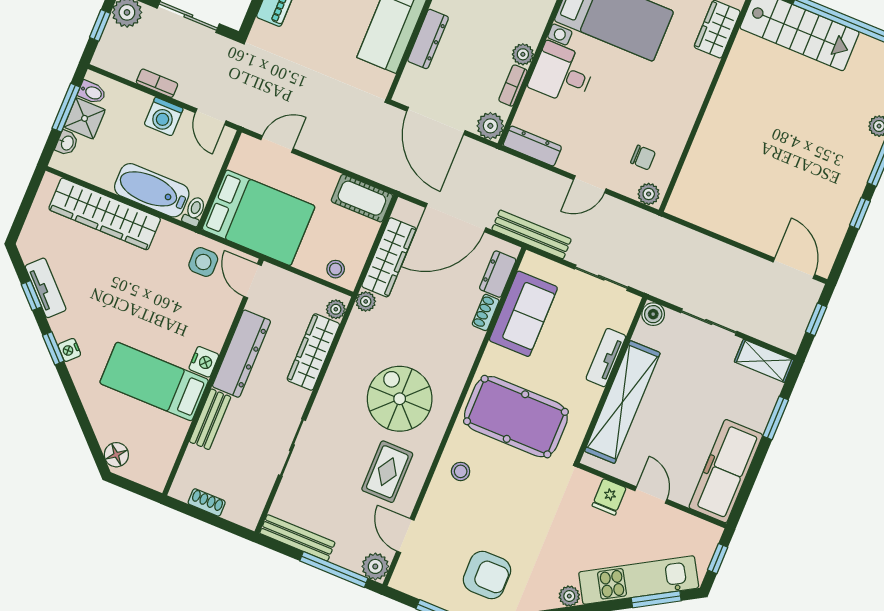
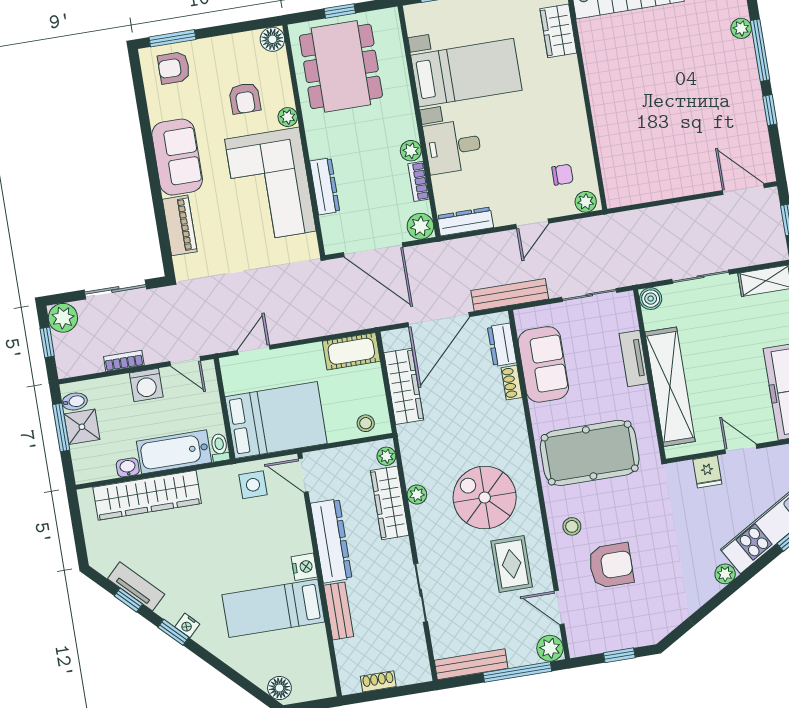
washbasin: (67, 143) -> (128, 467), moved, turned -90
plant: (366, 301) -> (417, 495), moved
armchair: (487, 575) -> (611, 565), moved

